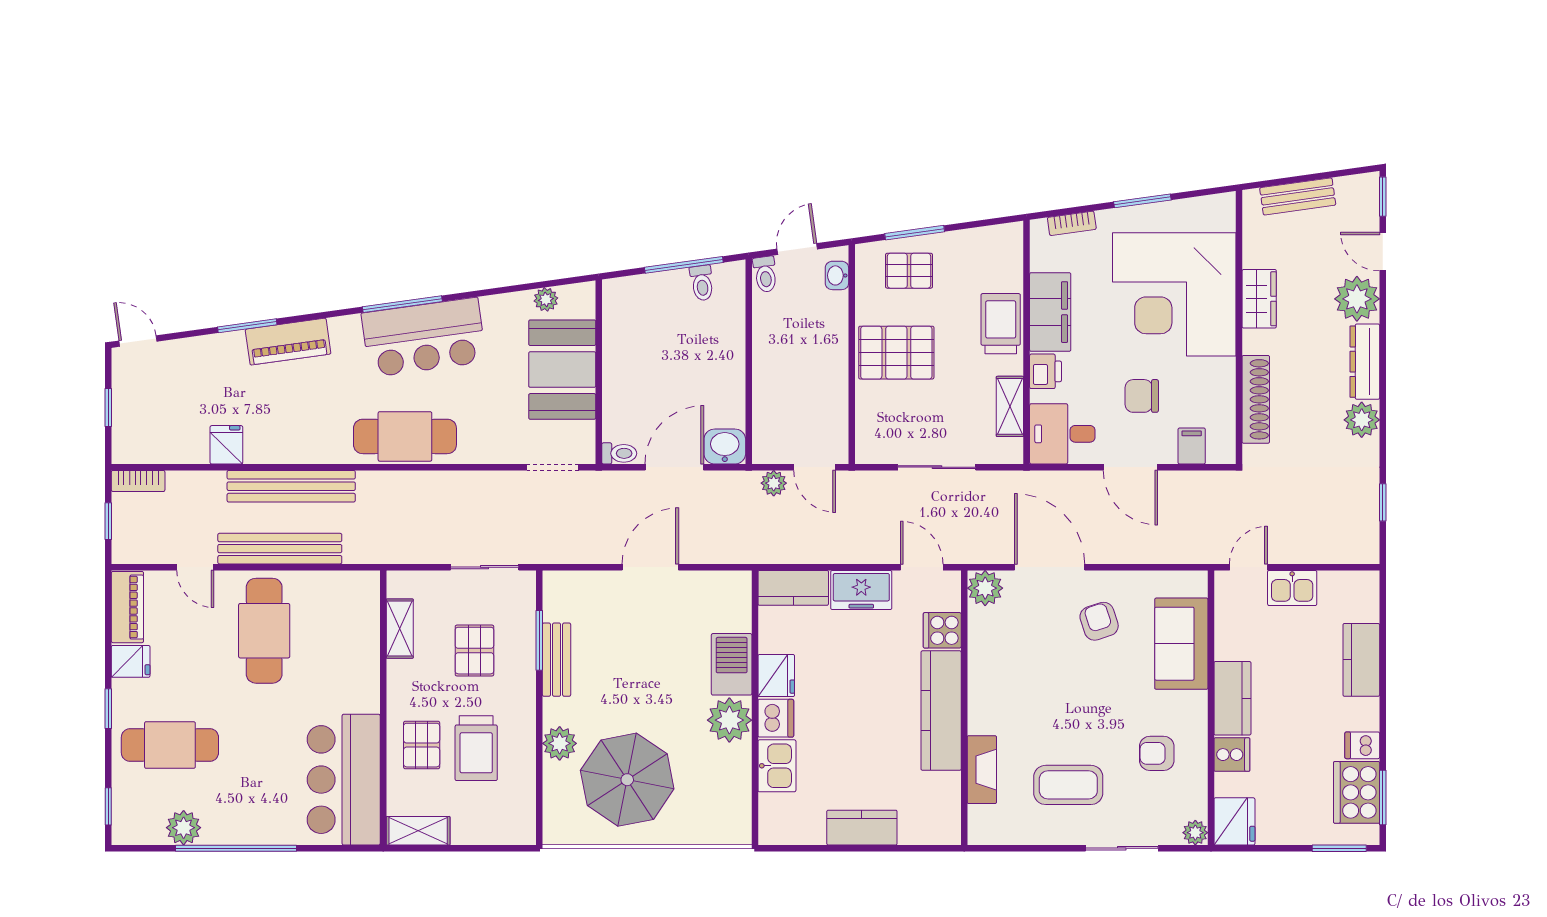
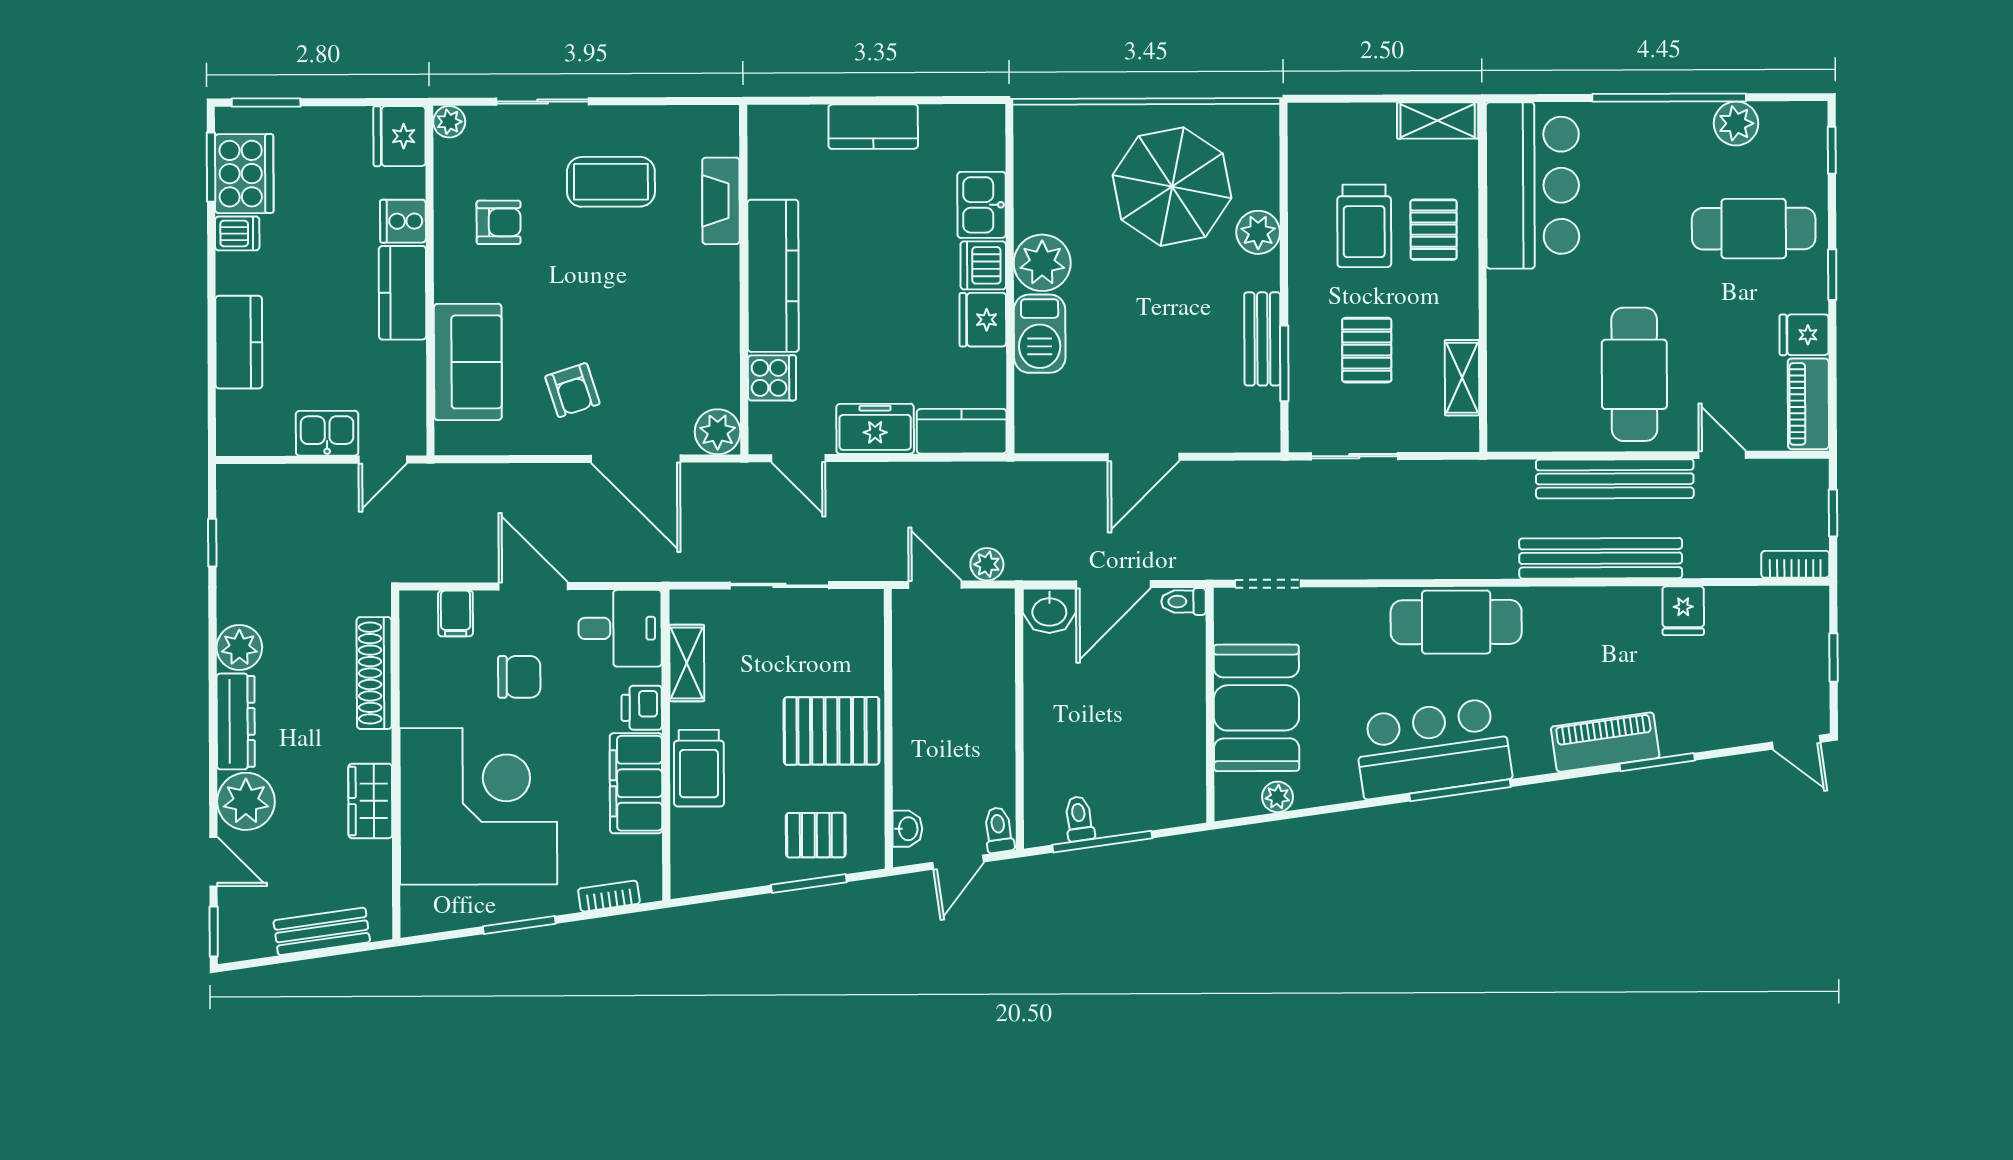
trolley: (476, 748) -> (1364, 226), turned 180

